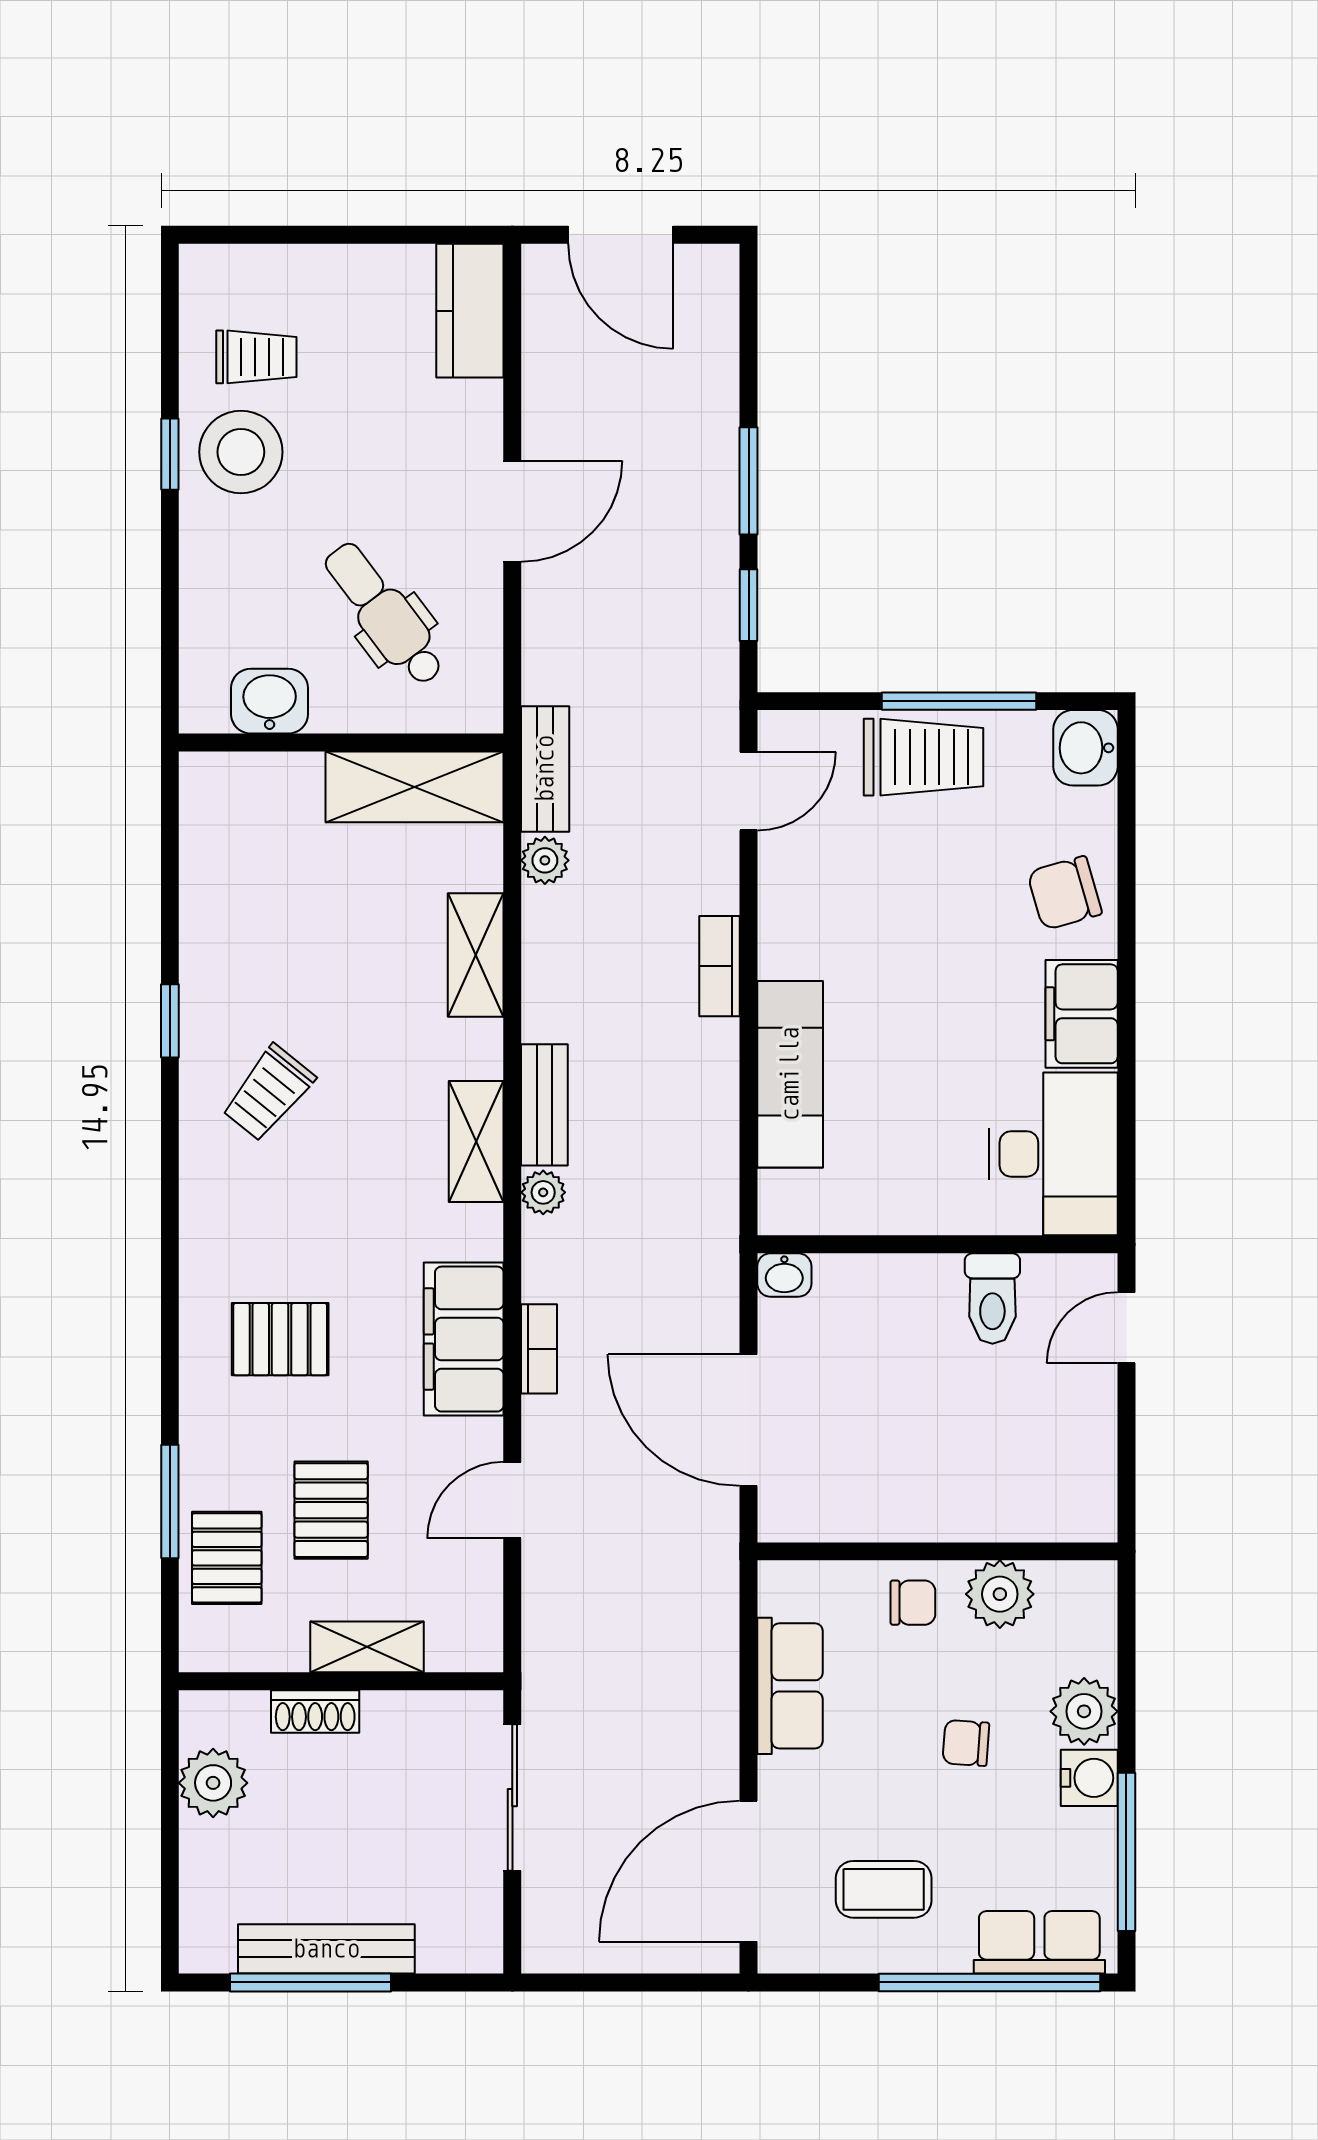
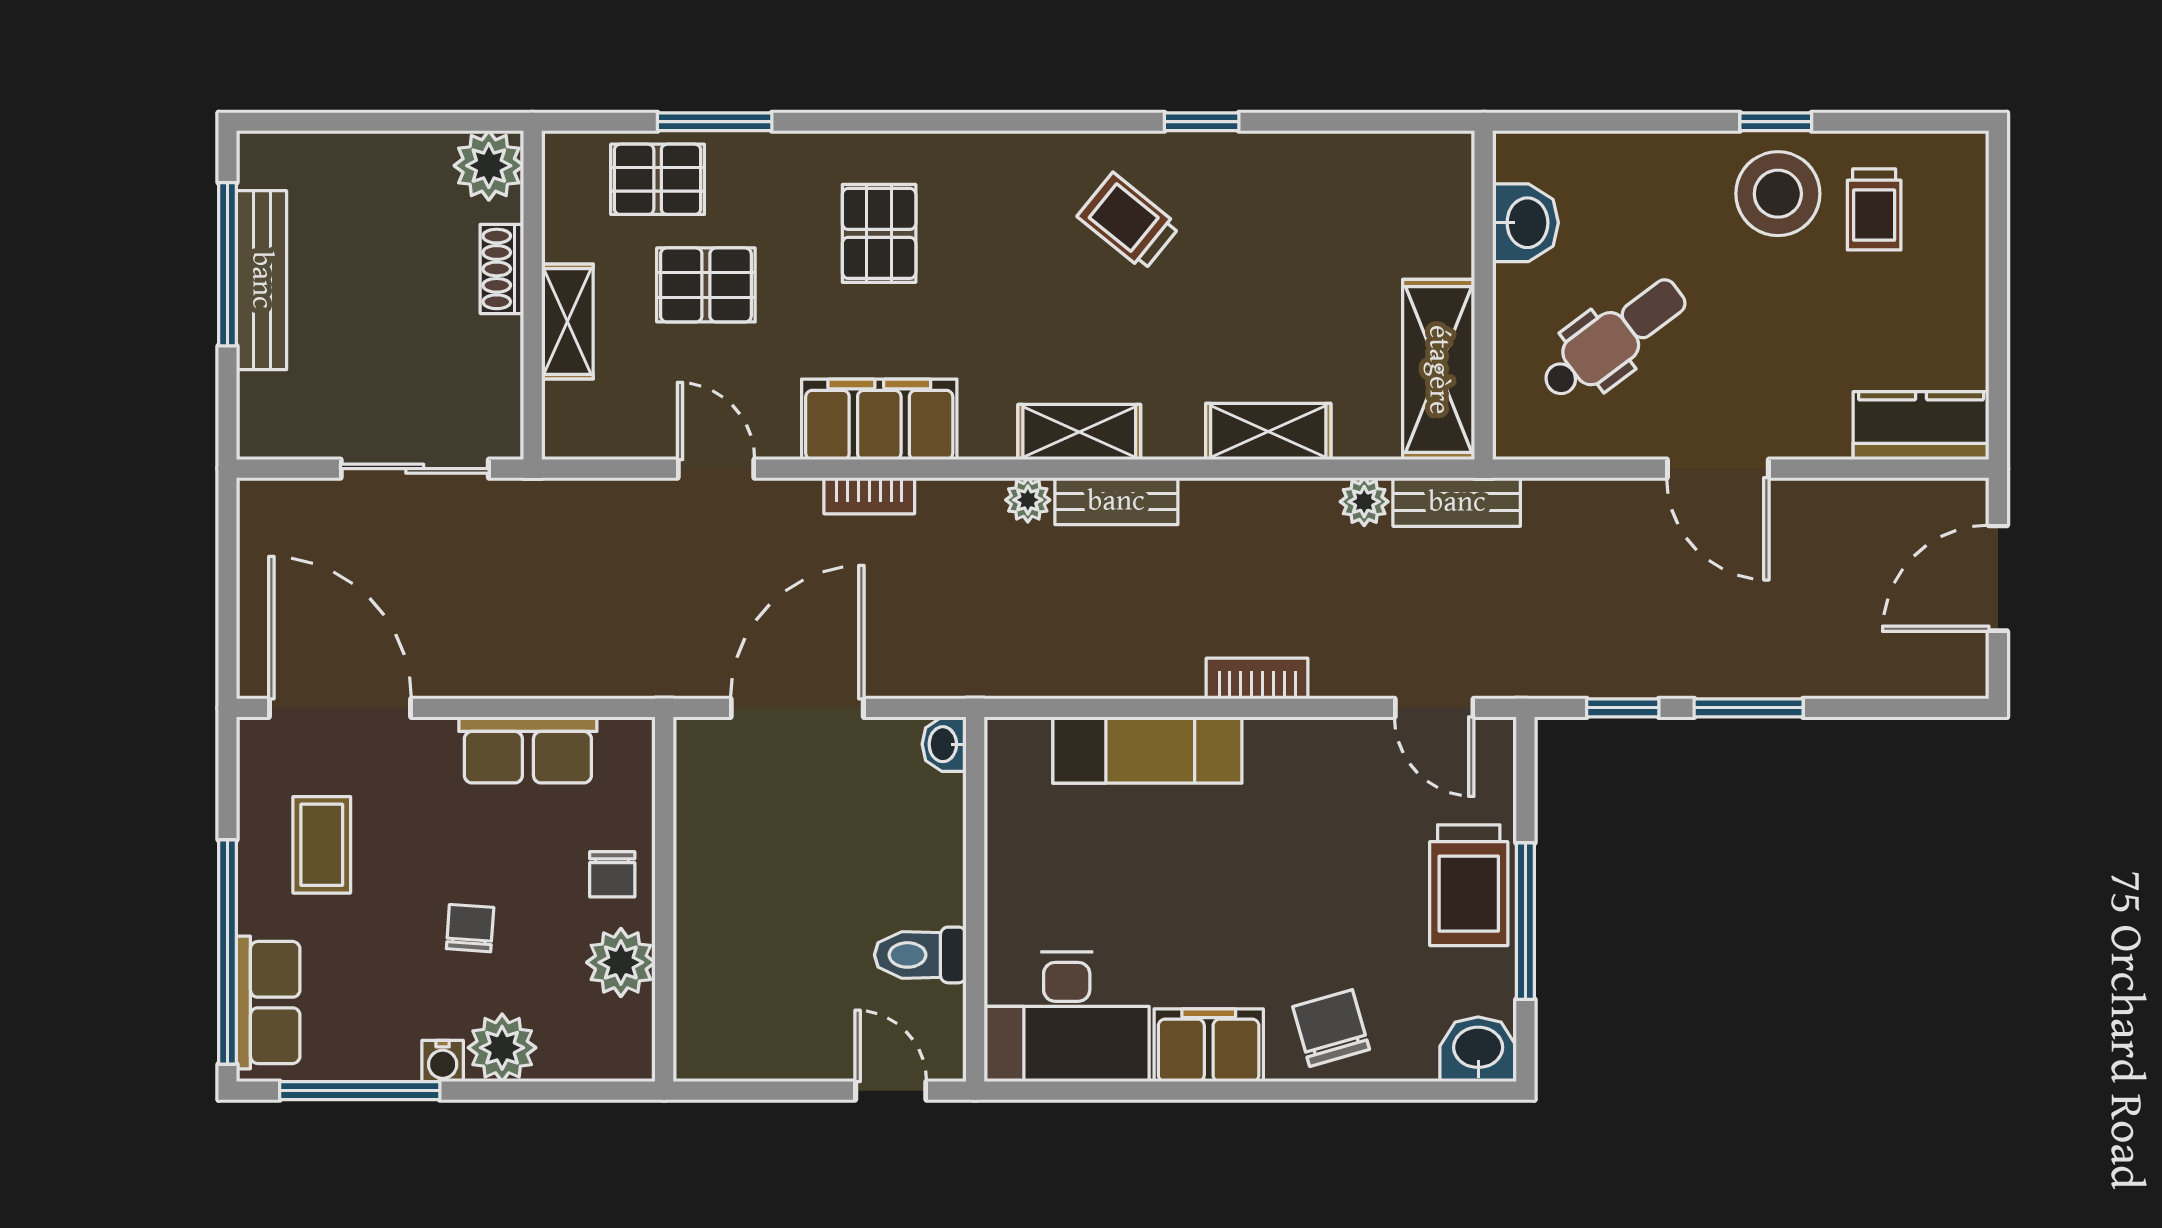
water cooler: (1089, 1778) -> (443, 1061), width x0.72, depth x0.72
plant: (213, 1783) -> (489, 166), moved

